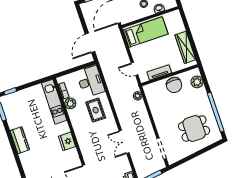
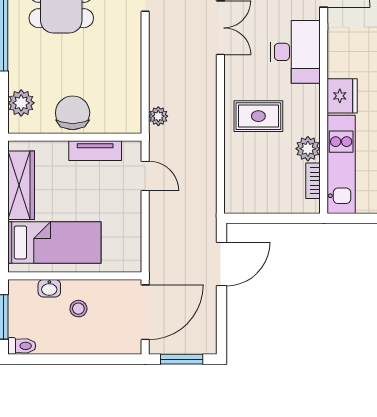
bed: (146, 32) -> (54, 242), moved, turned 180
desk: (90, 82) -> (295, 52), moved, turned 180
rug: (96, 110) -> (258, 116), turned 90
fridge: (67, 141) -> (342, 96), moved

